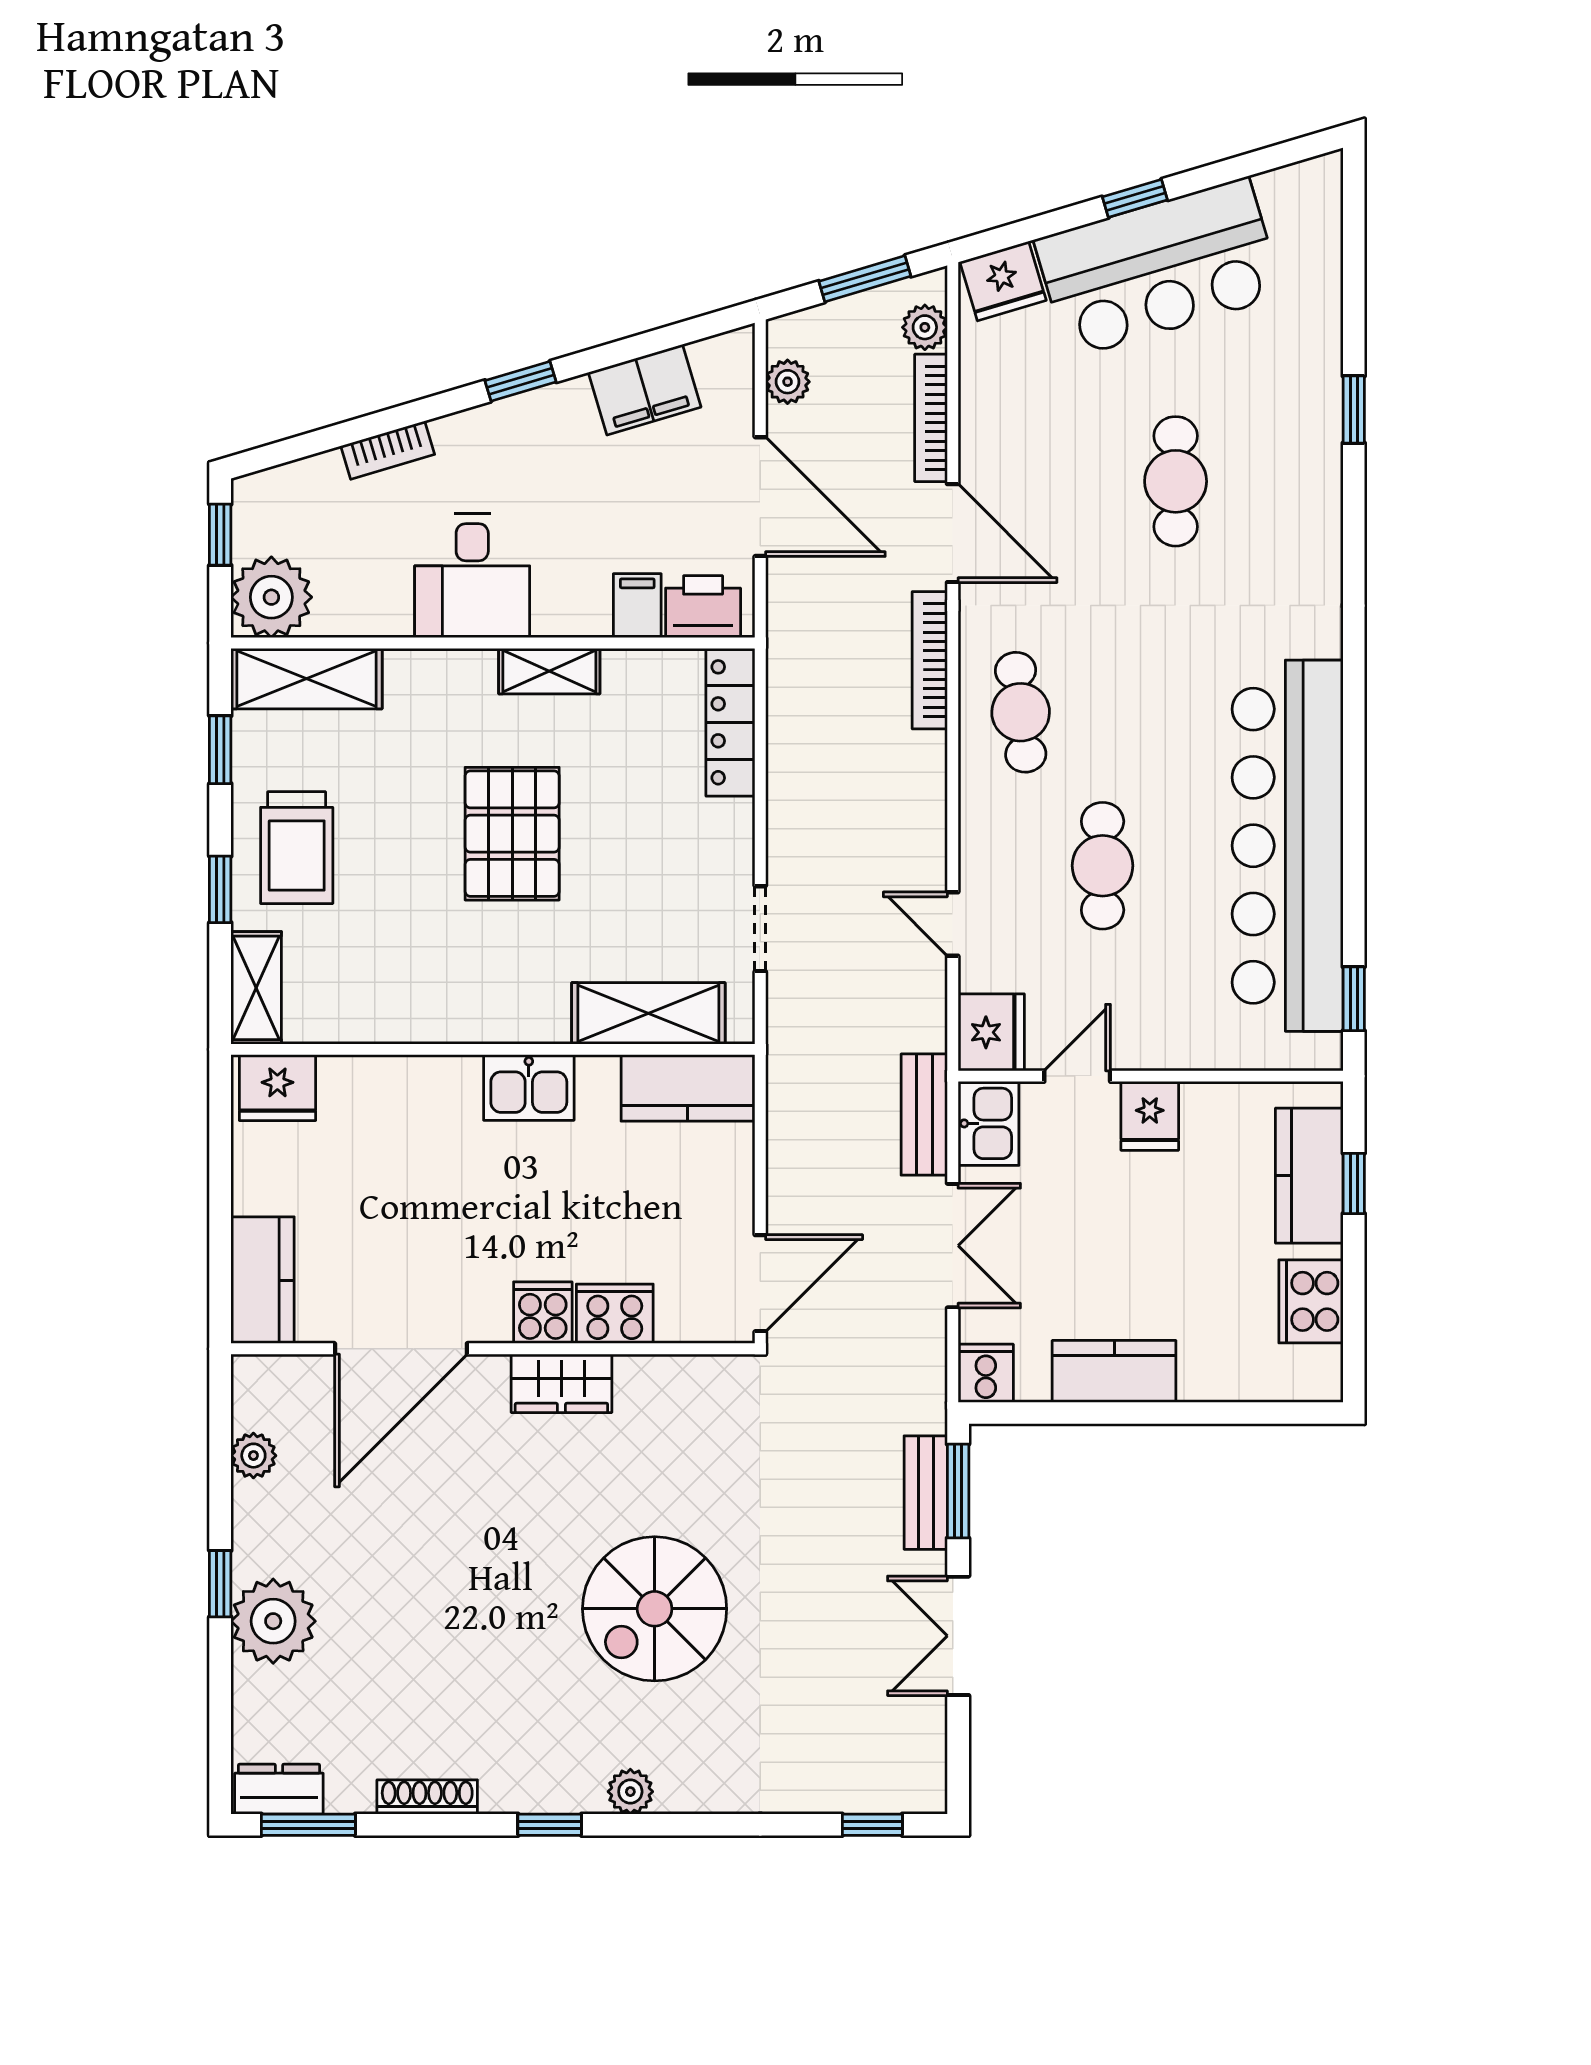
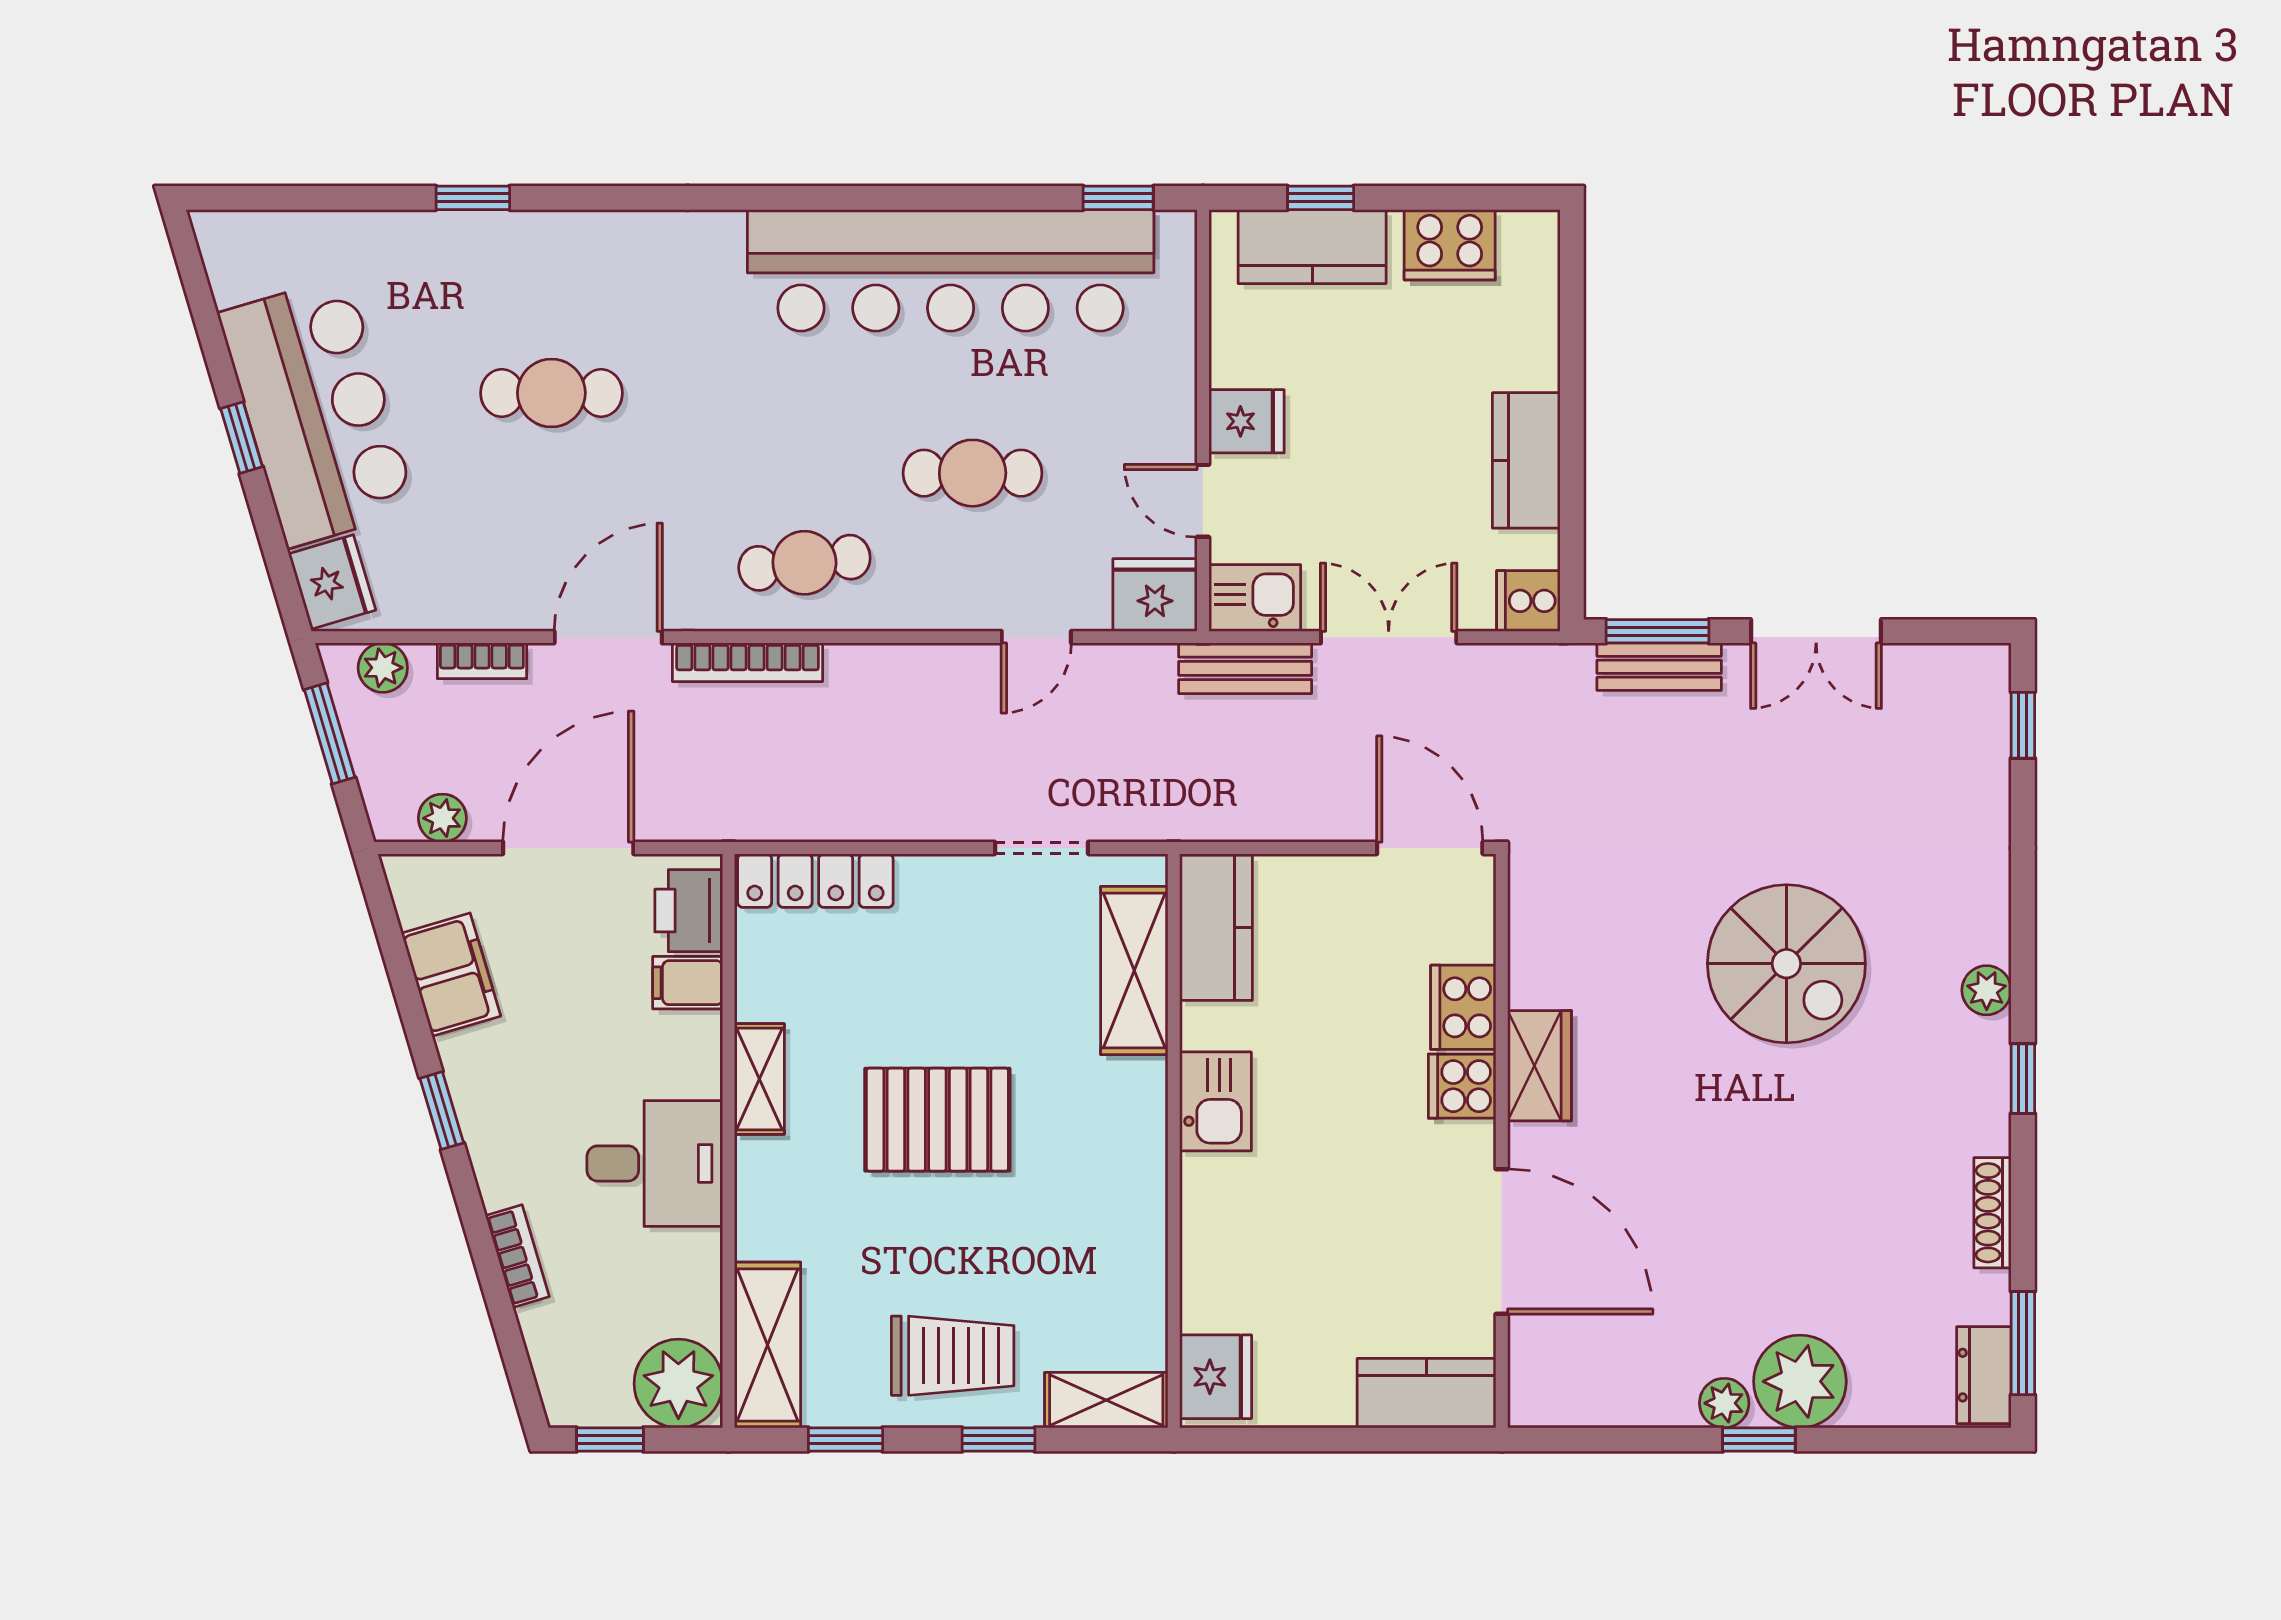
bookcase: (931, 418) -> (482, 661), width x0.64
plant: (253, 1456) -> (1724, 1403), moved

